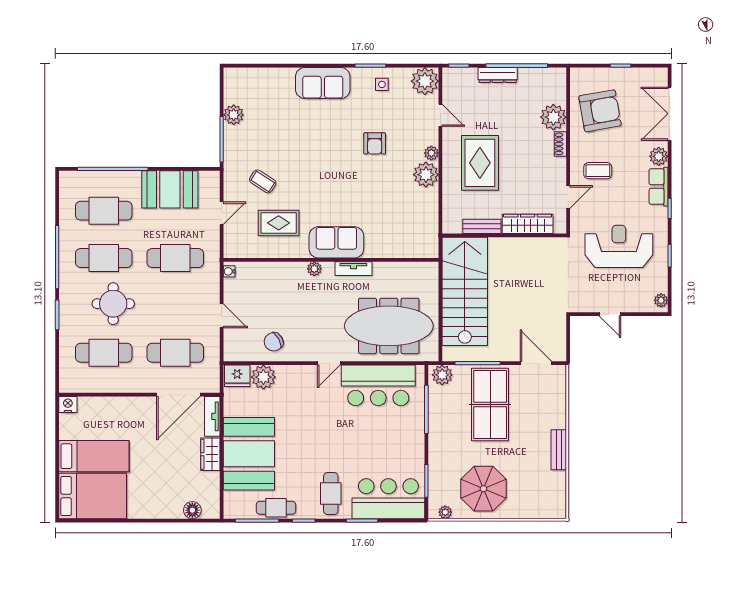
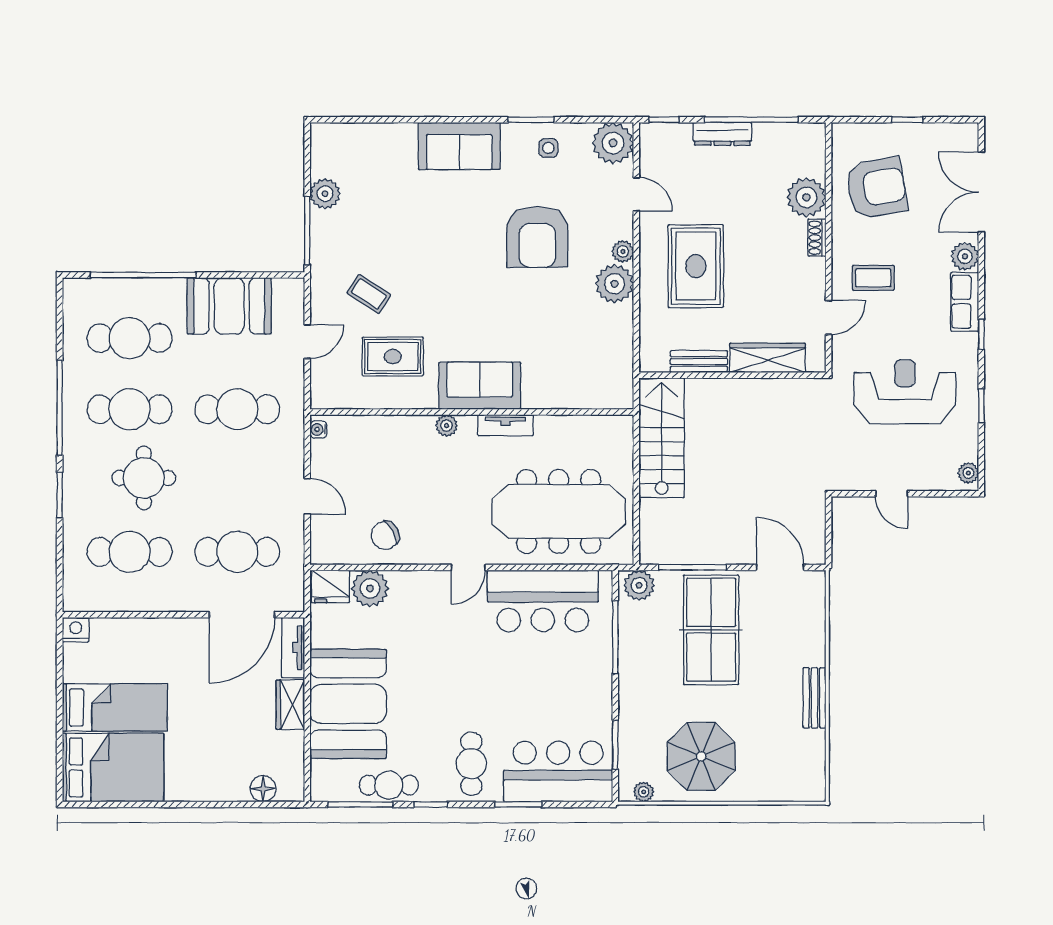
armchair: (375, 143) -> (537, 237), width x1.88, depth x1.88
stairs: (465, 291) -> (662, 438), width x0.73, depth x0.66

